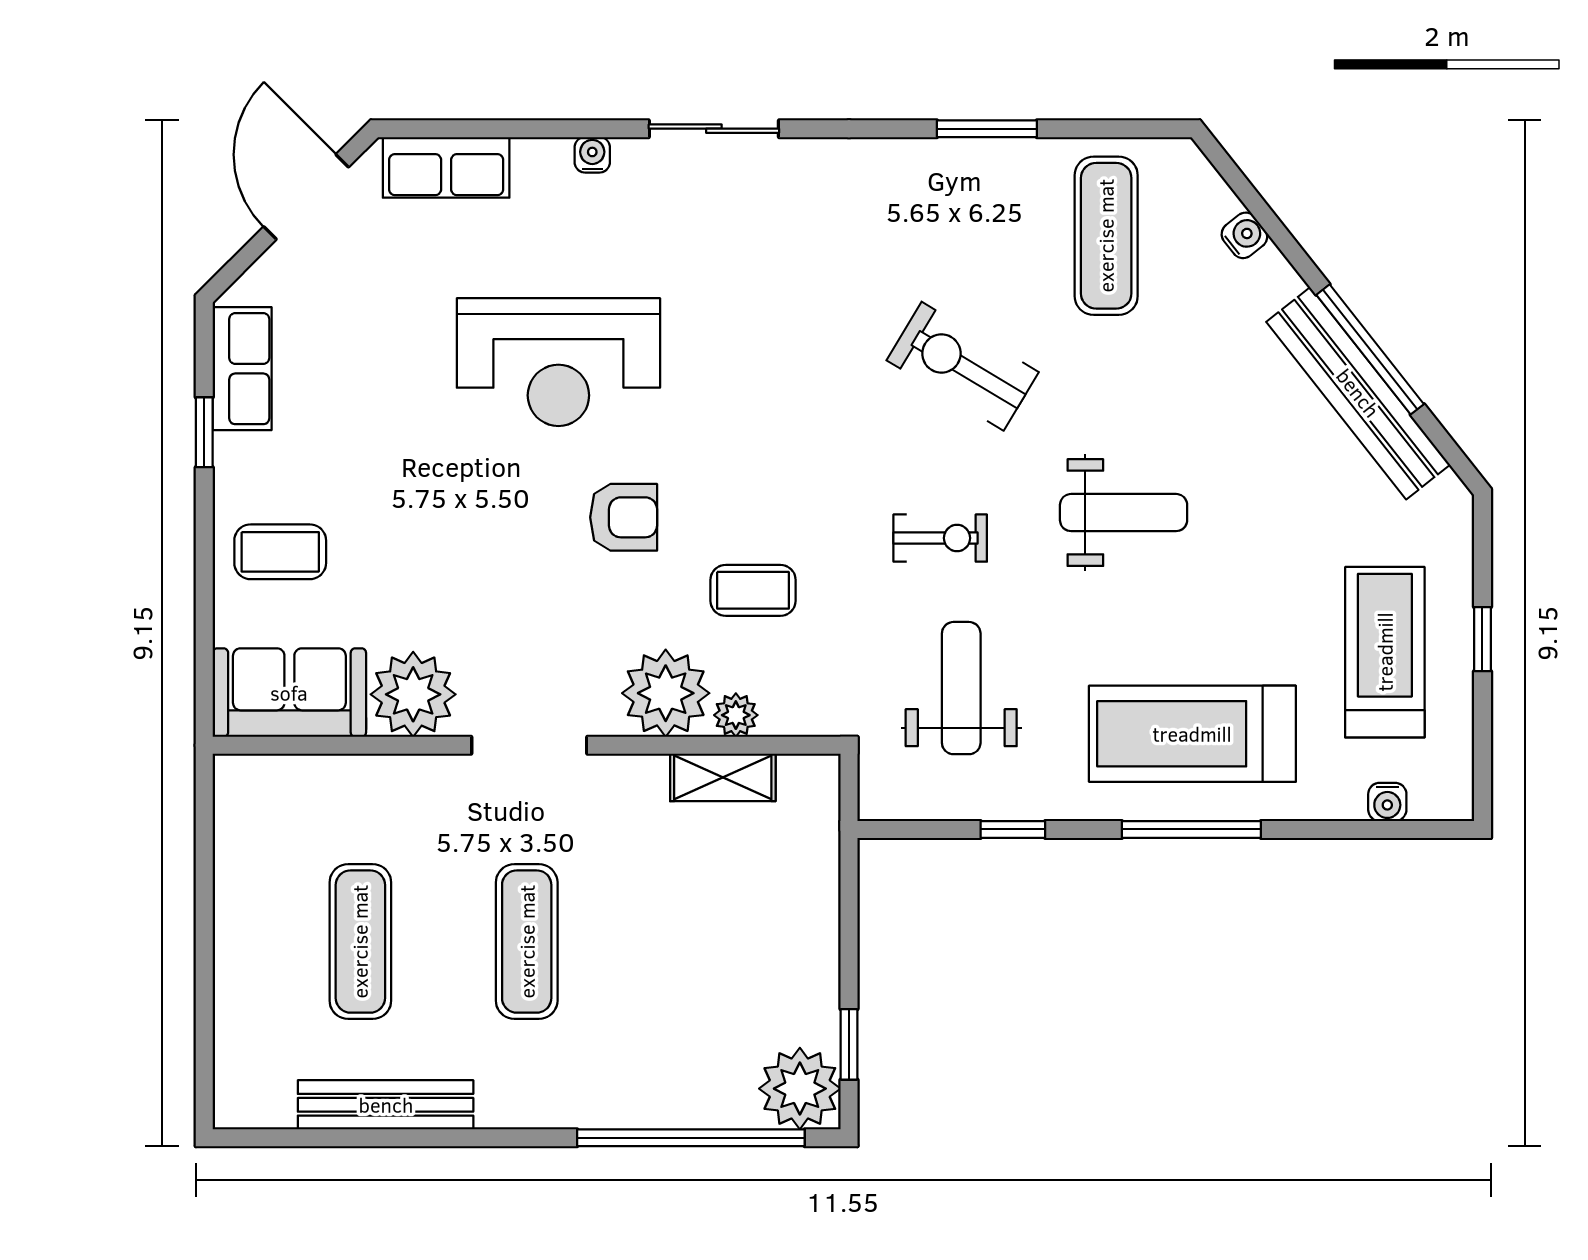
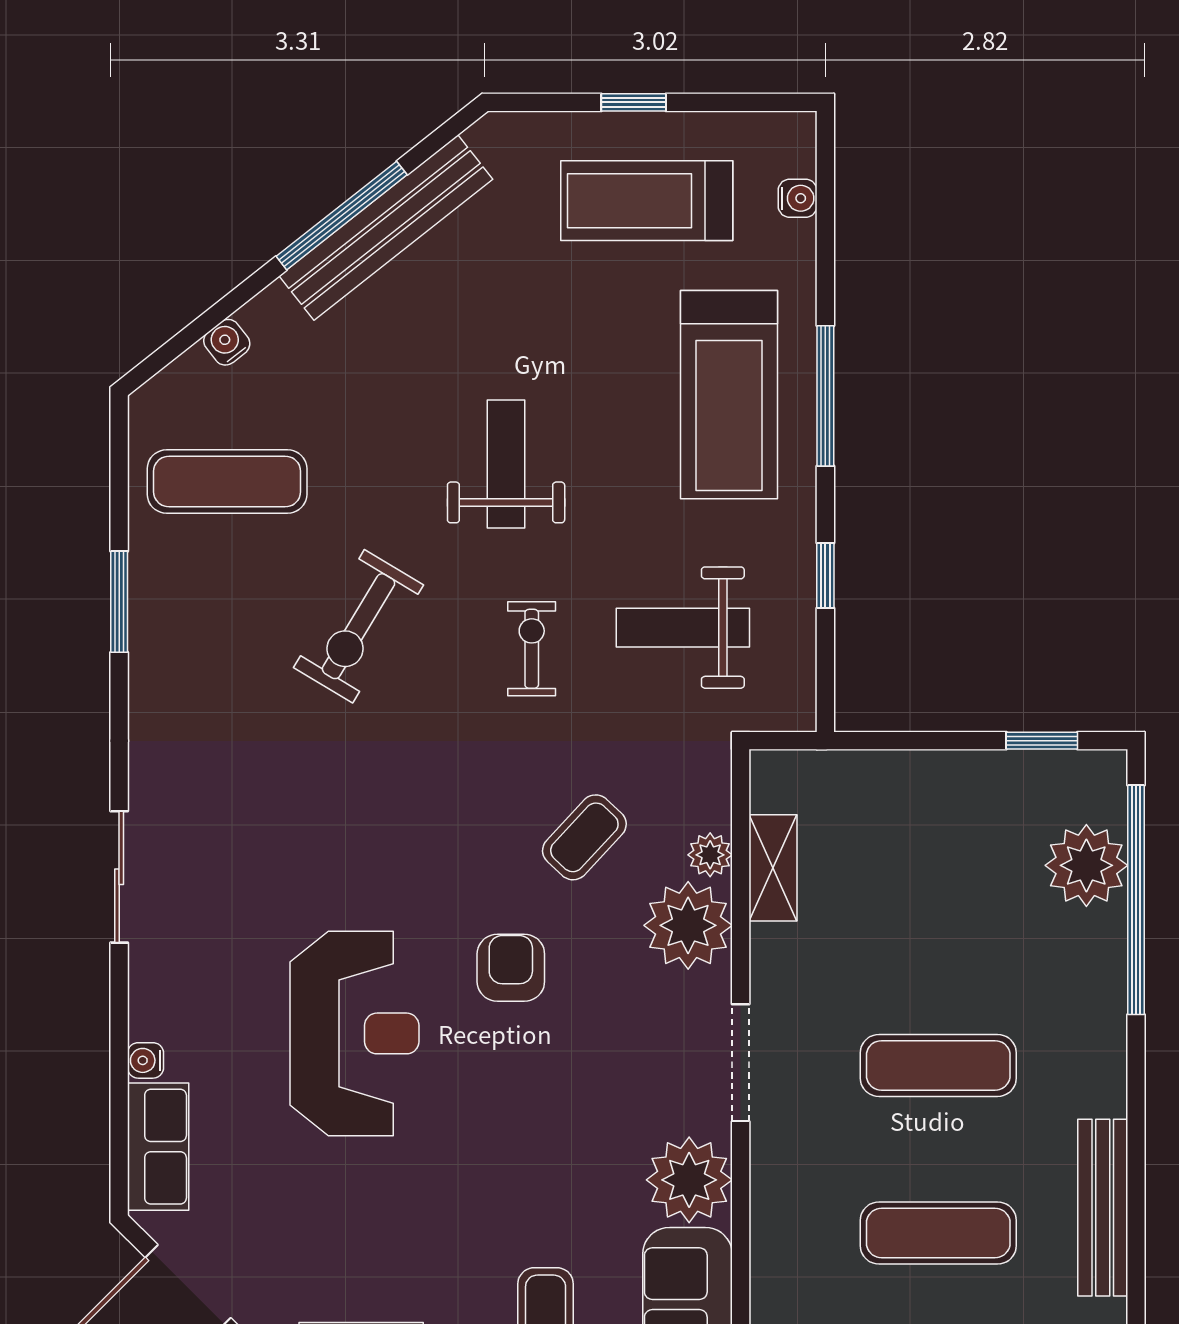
water cooler: (592, 155) -> (146, 1060), moved
coffee table: (753, 590) -> (584, 837), turned 43
plant: (800, 1089) -> (1086, 865), moved

